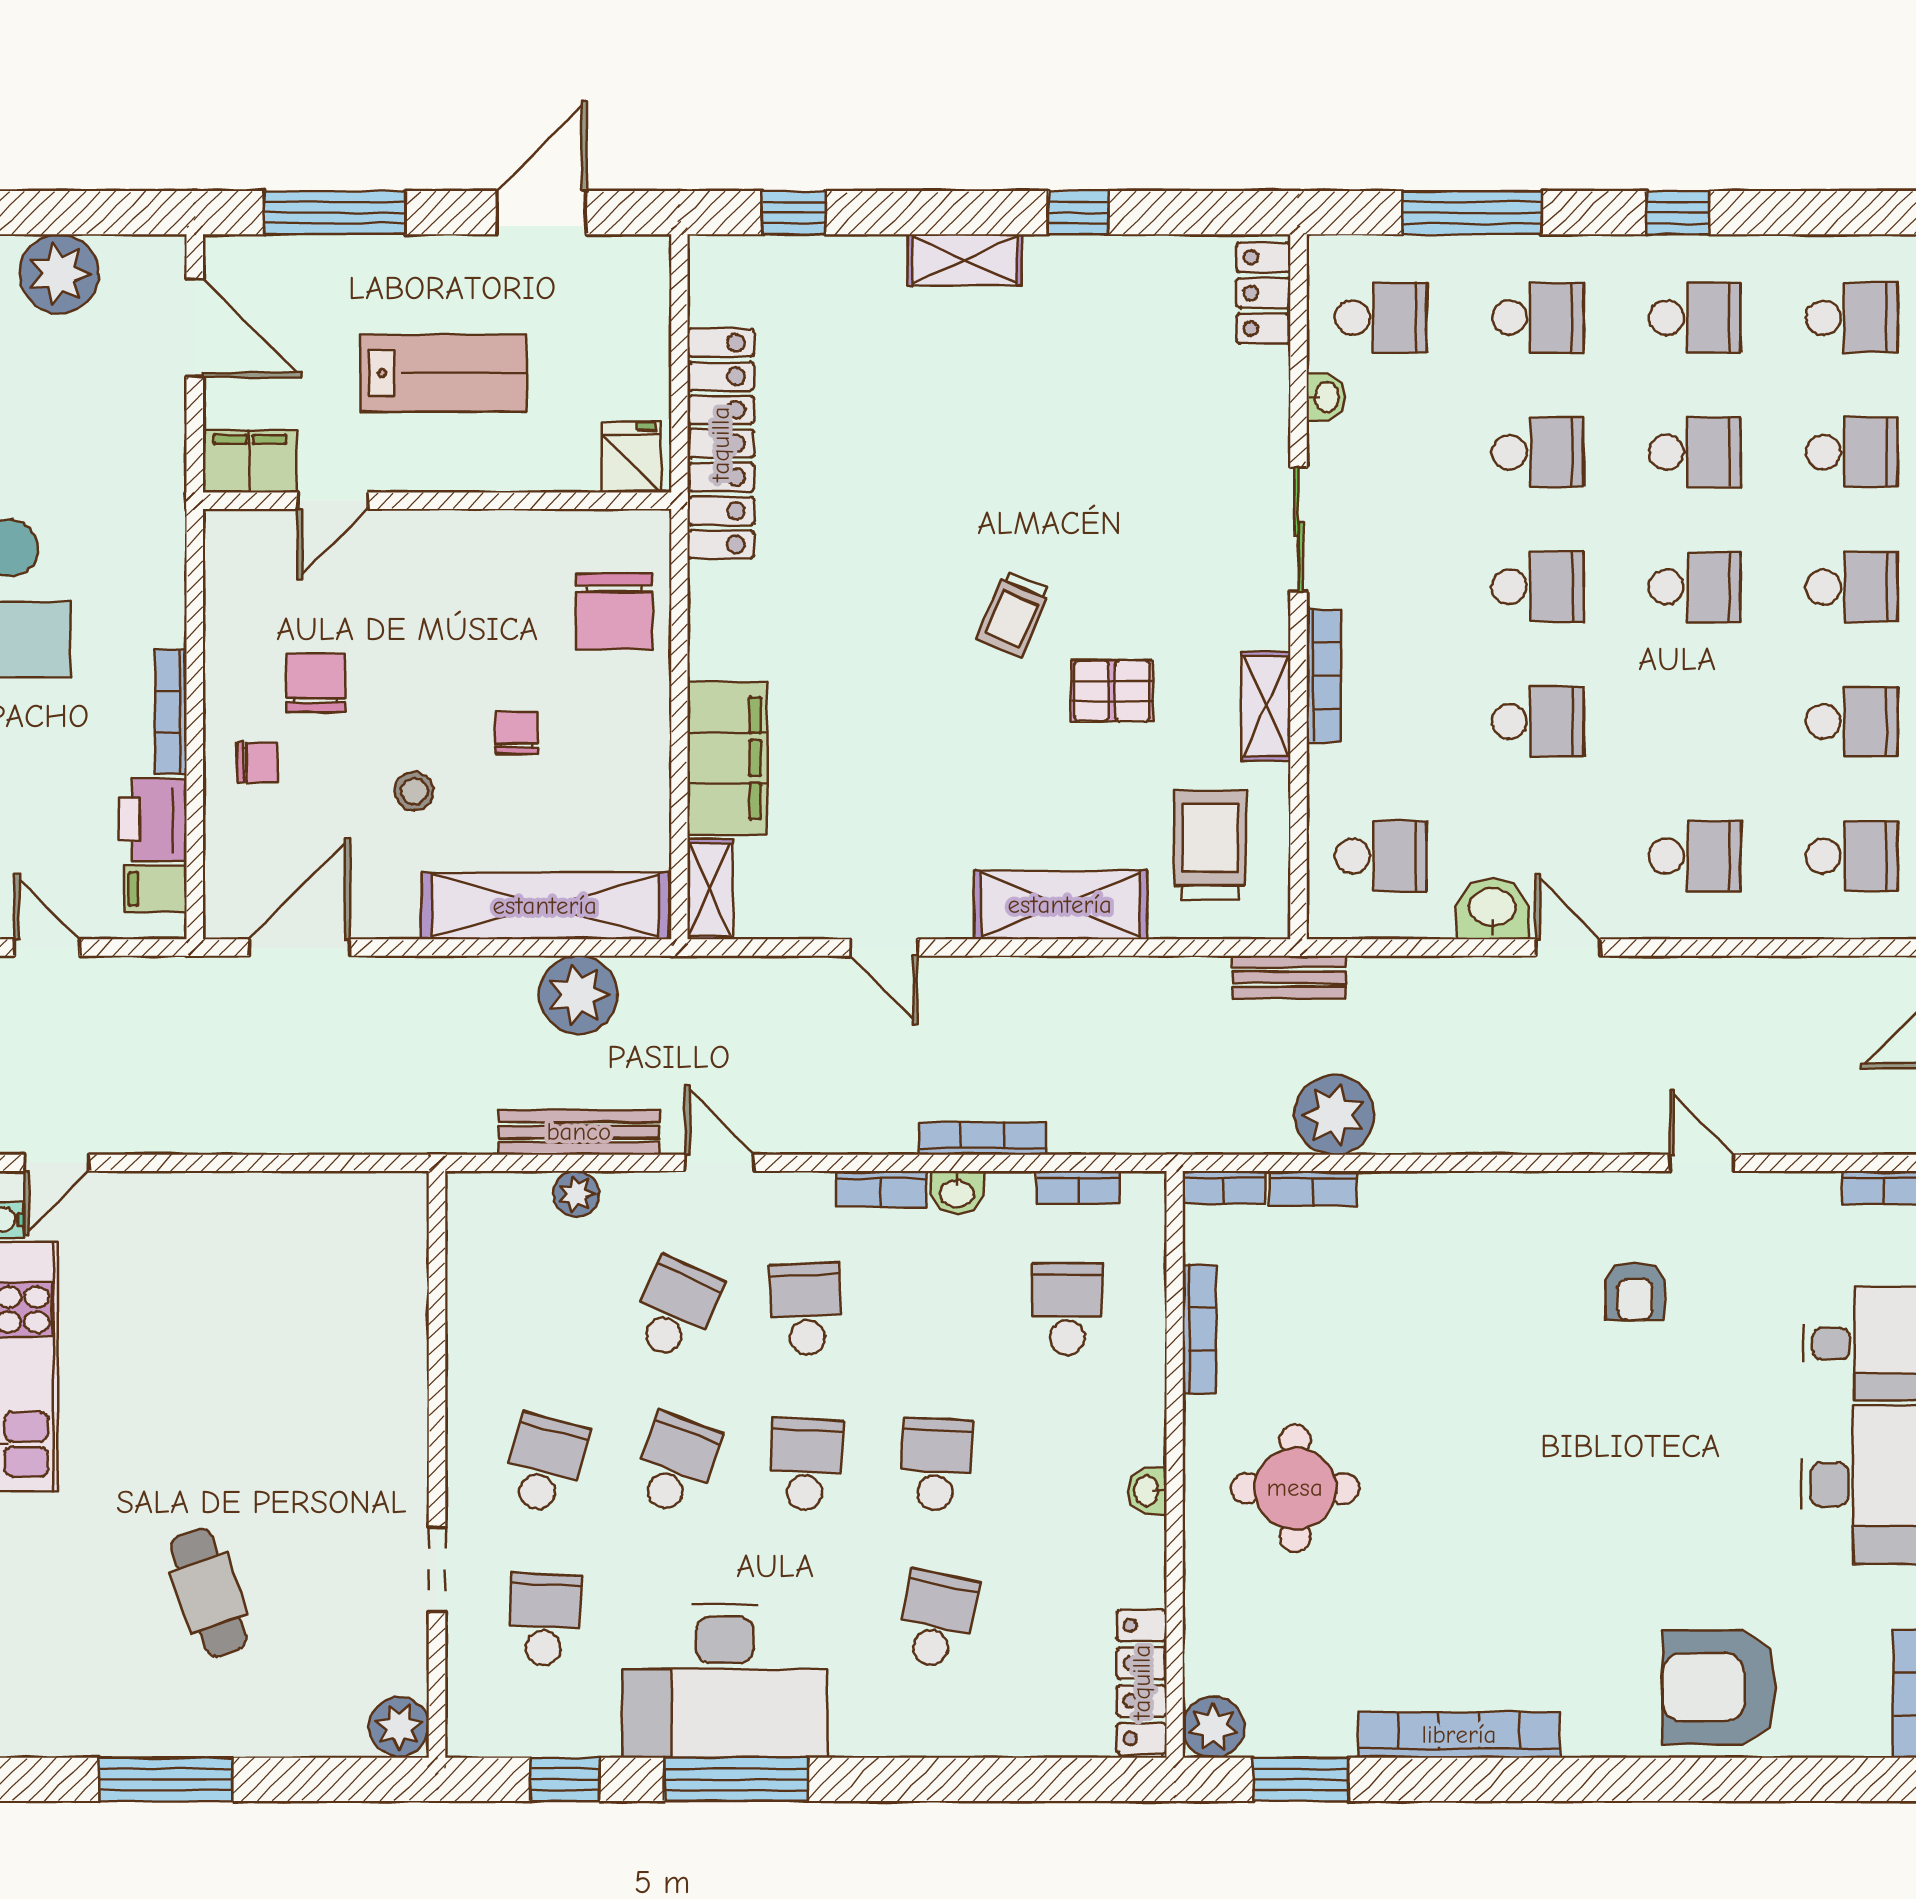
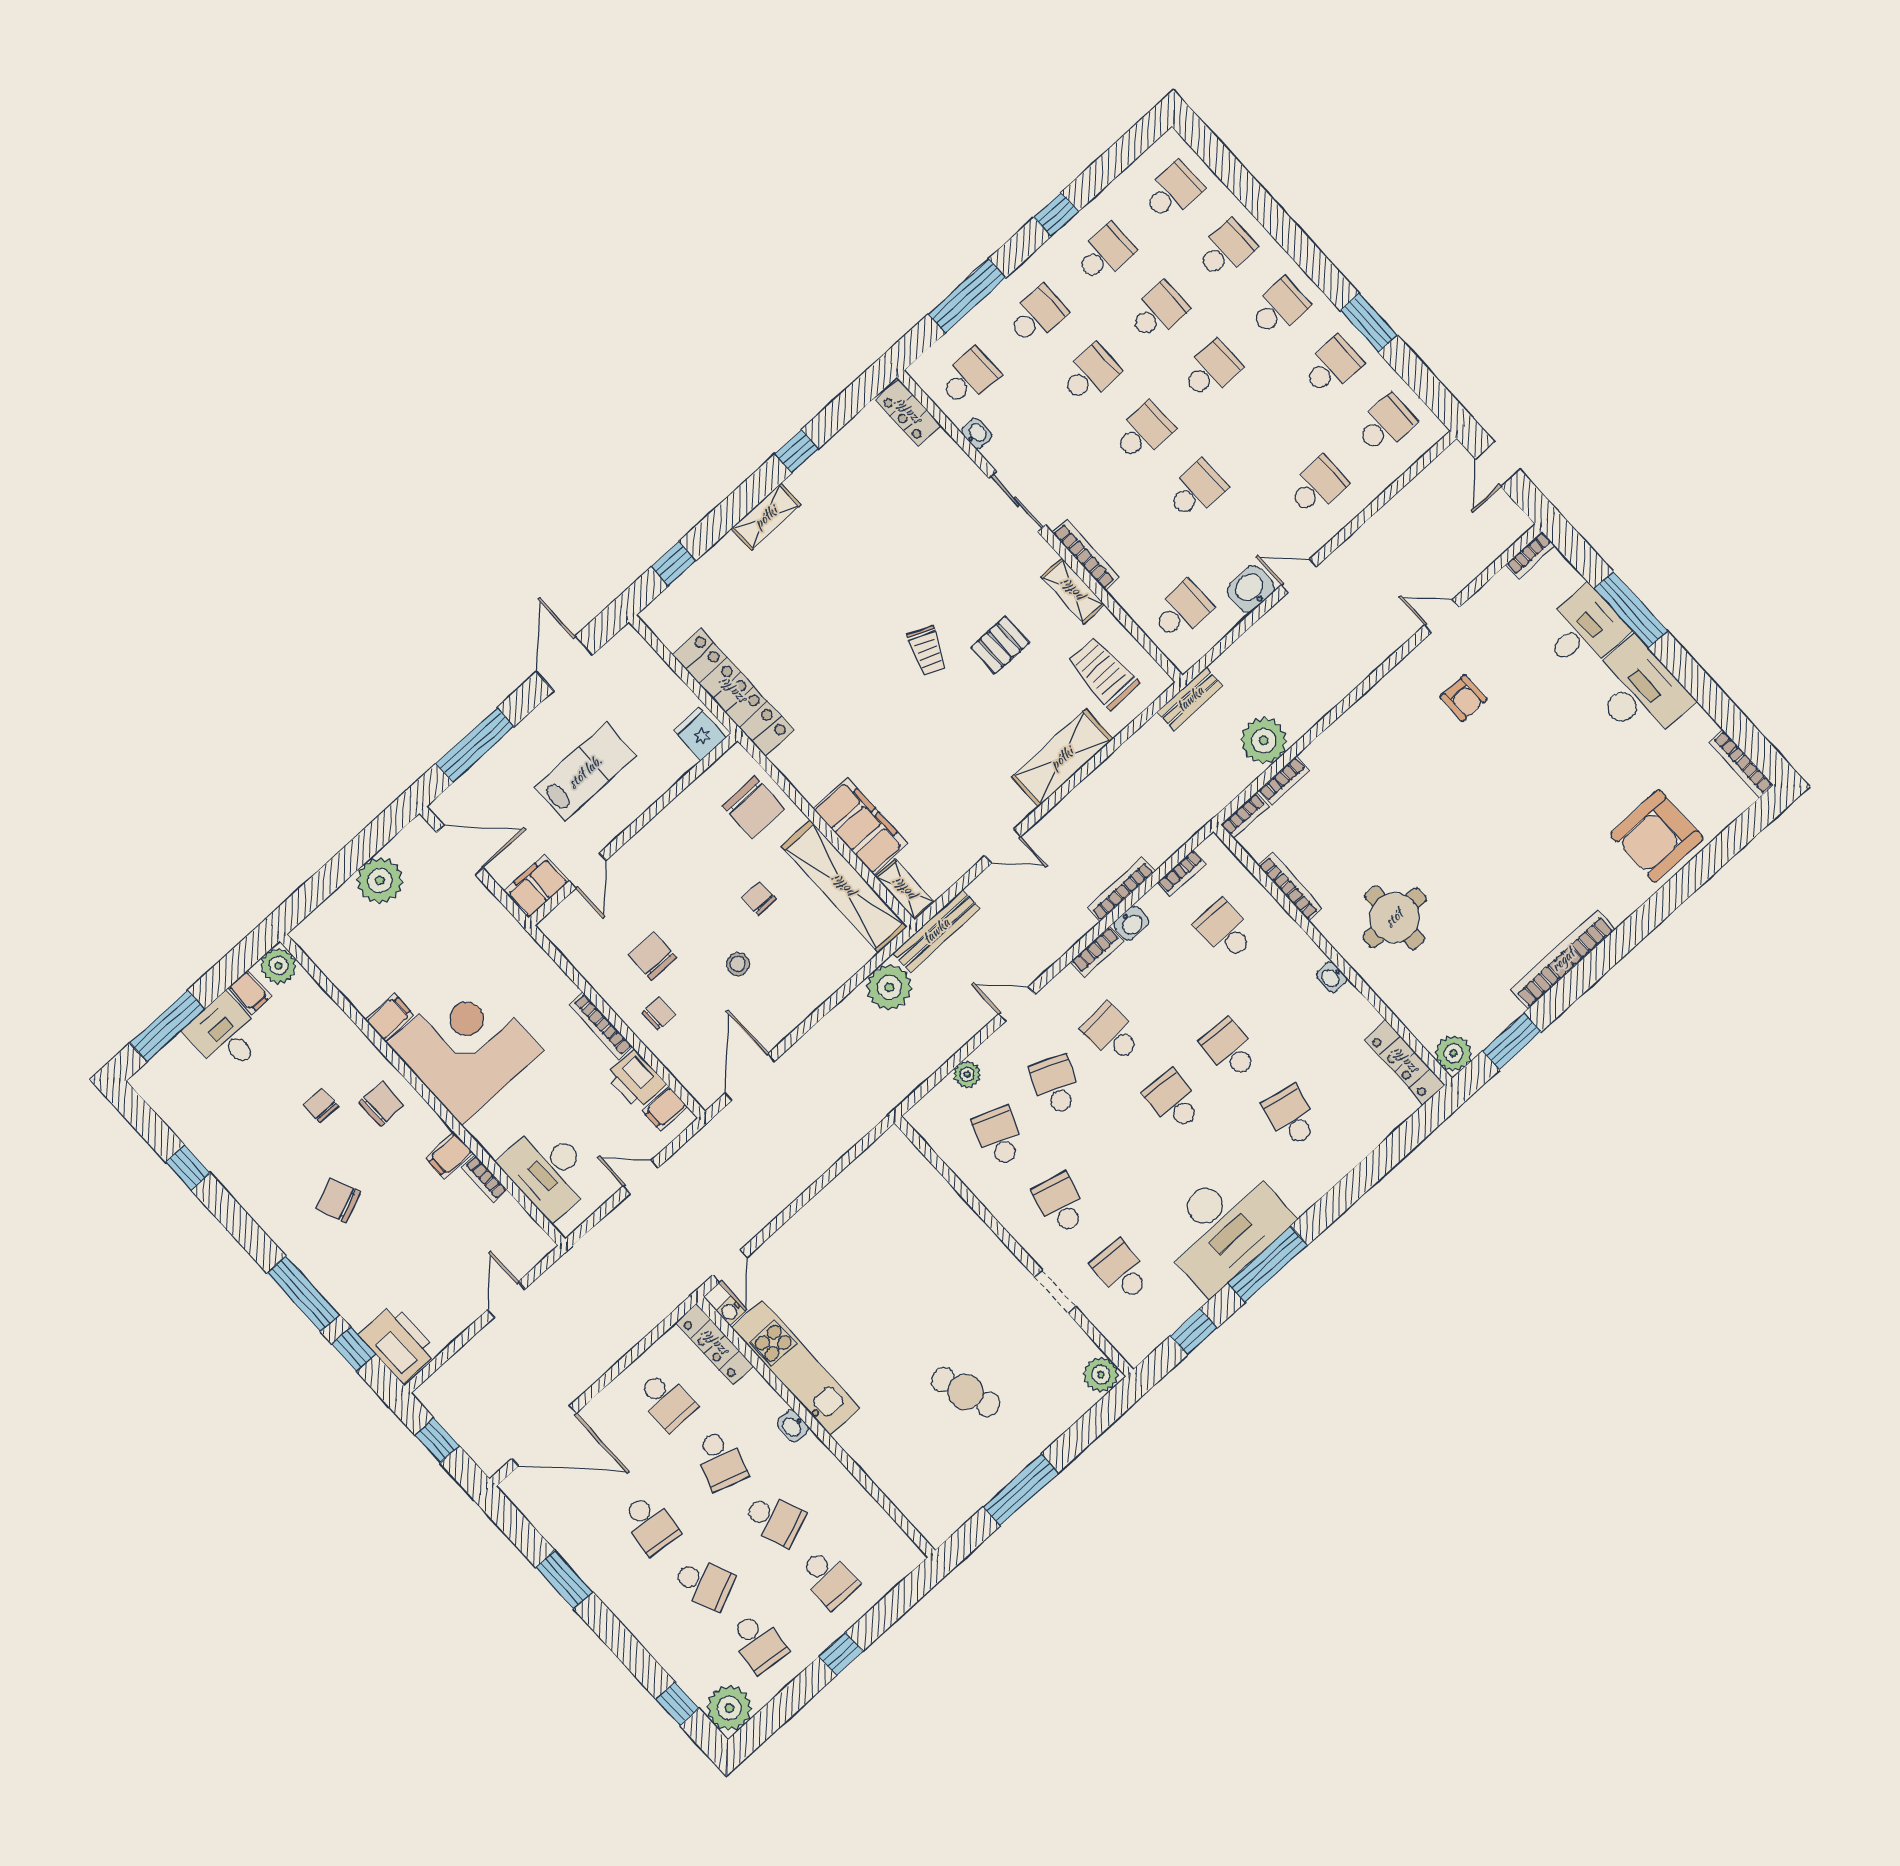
shelving: (545, 906) -> (844, 887), moved, turned 90
bench: (579, 1132) -> (936, 931), moved
school desk: (675, 1464) -> (999, 1137), moved

